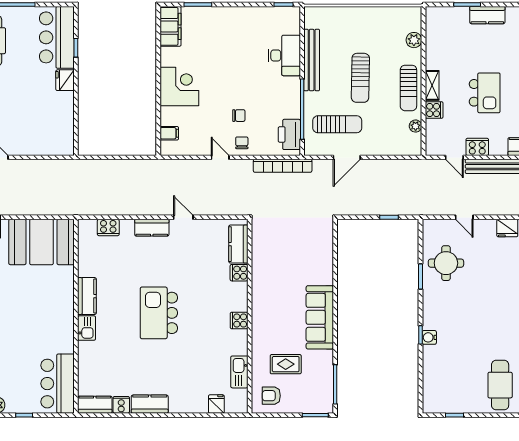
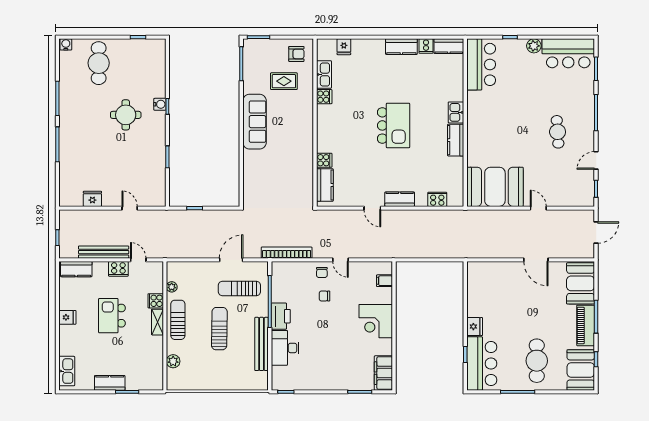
printer: (289, 134) -> (281, 316), moved
round table: (446, 263) -> (126, 115), moved
cooker: (239, 320) -> (324, 97), moved

